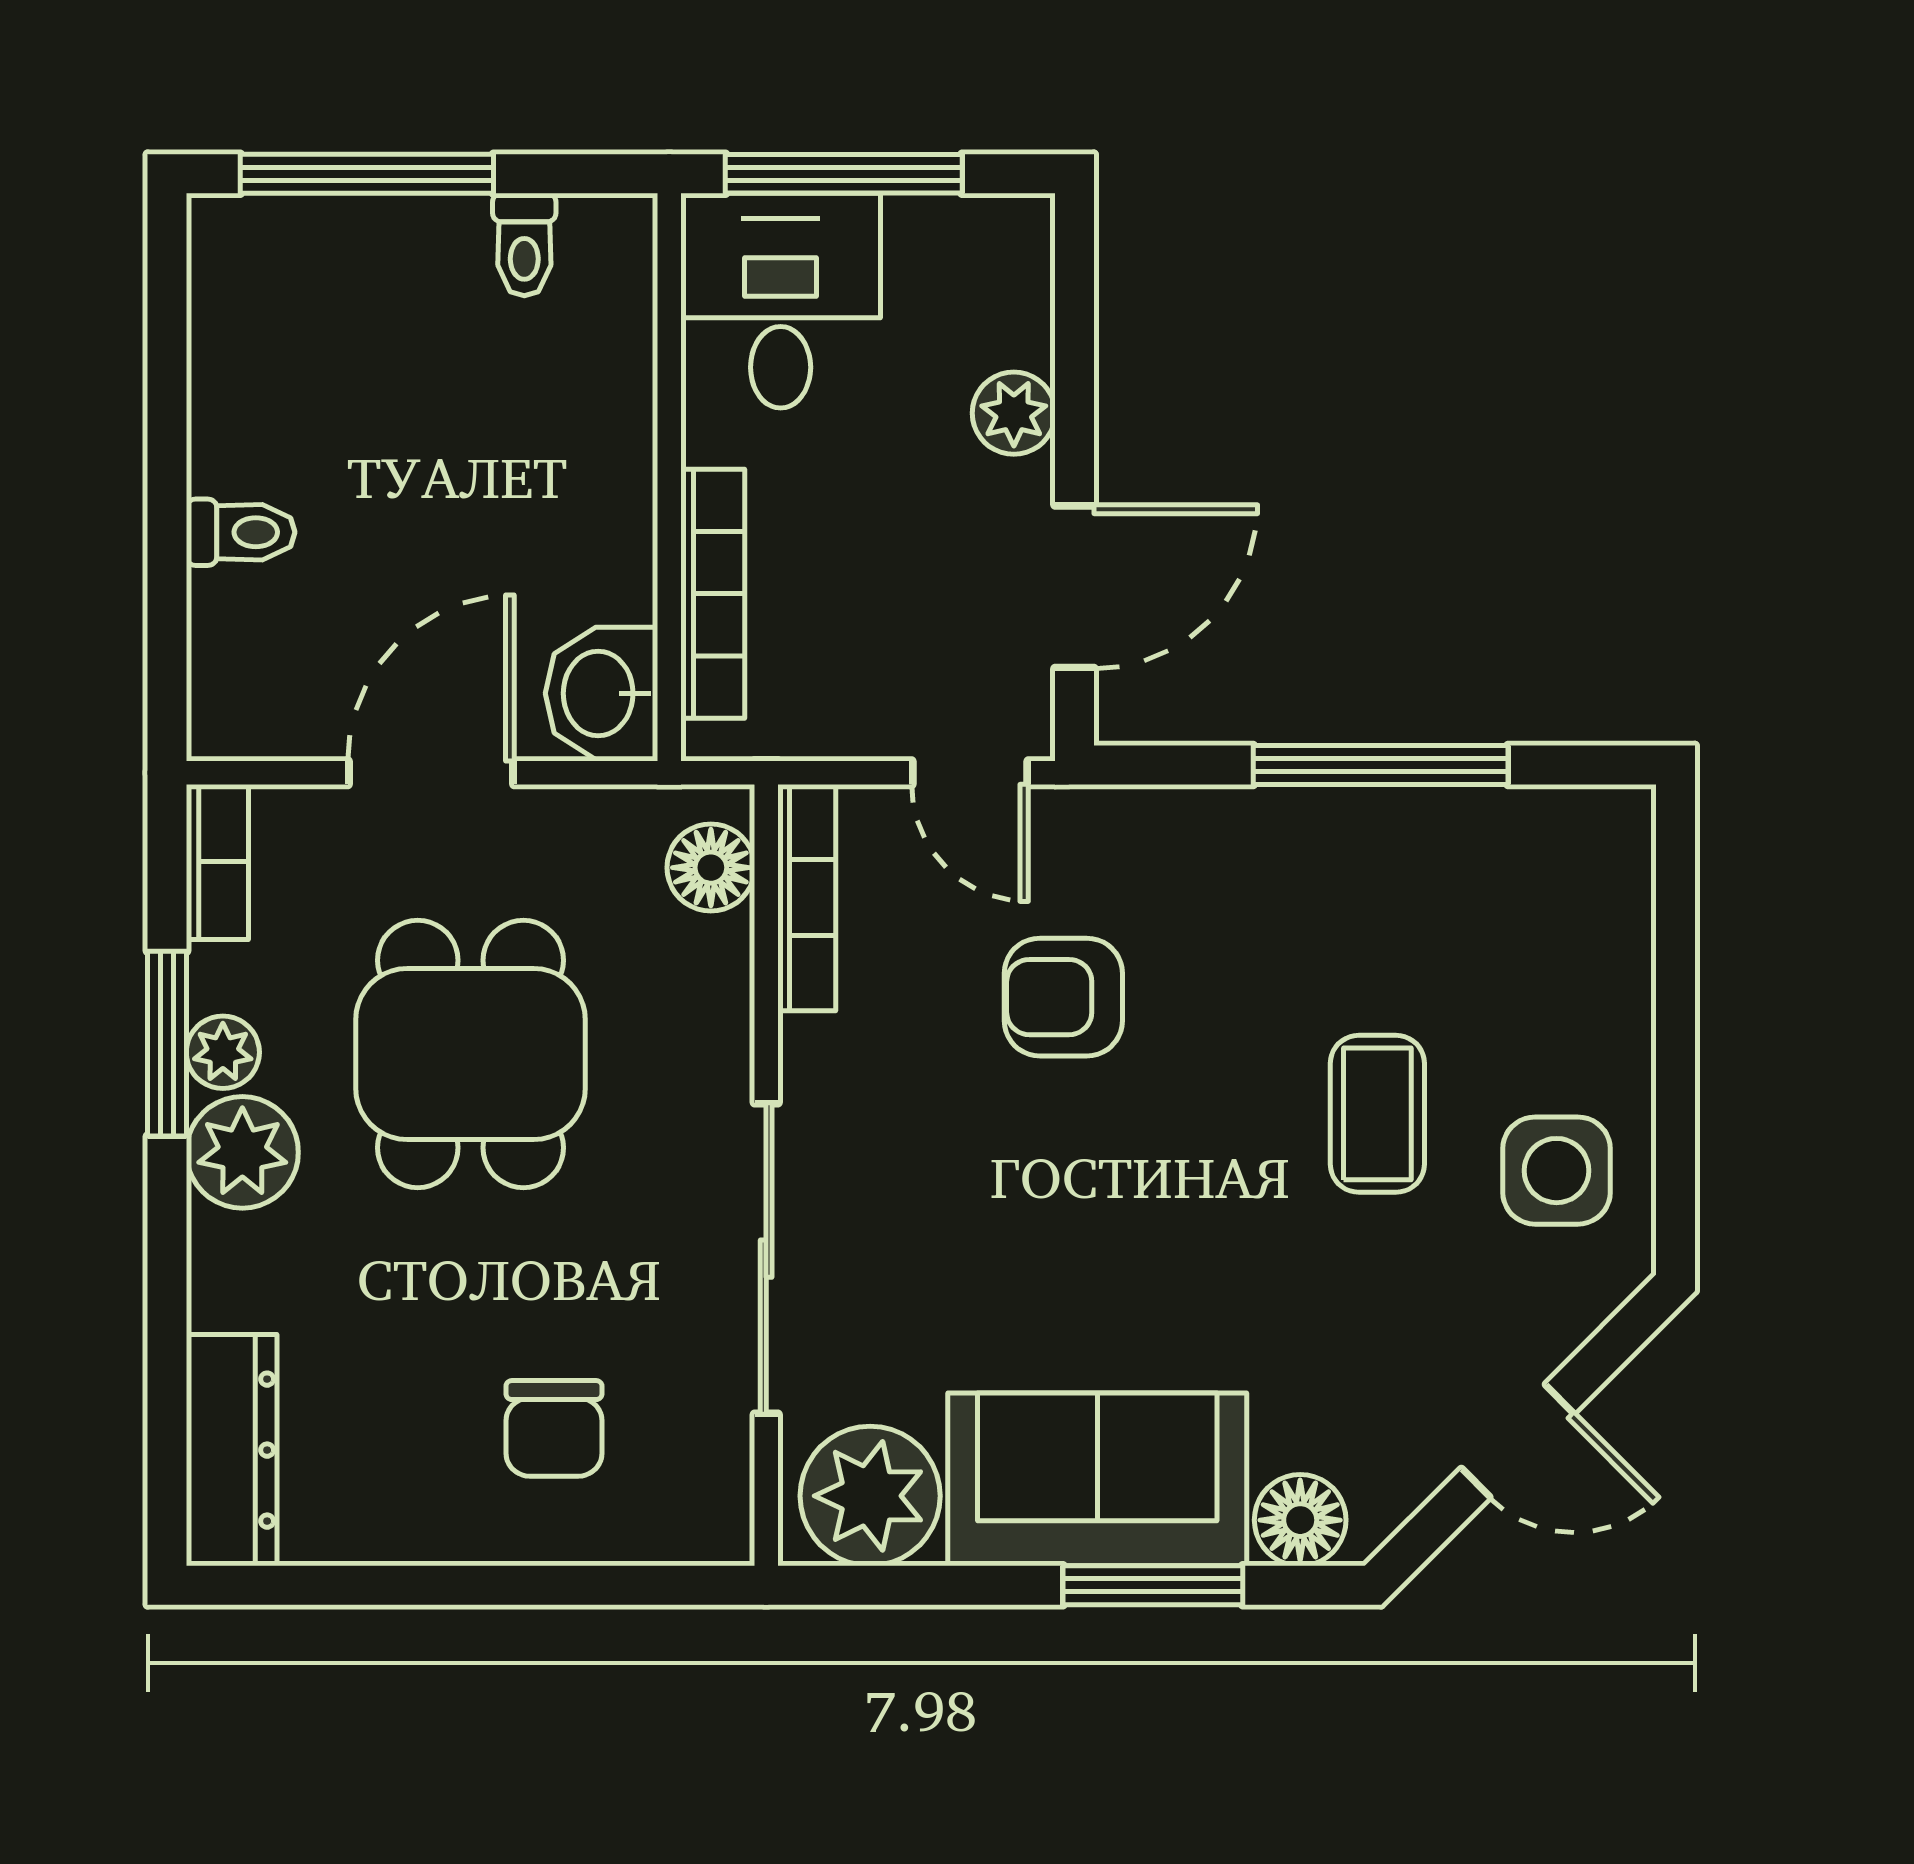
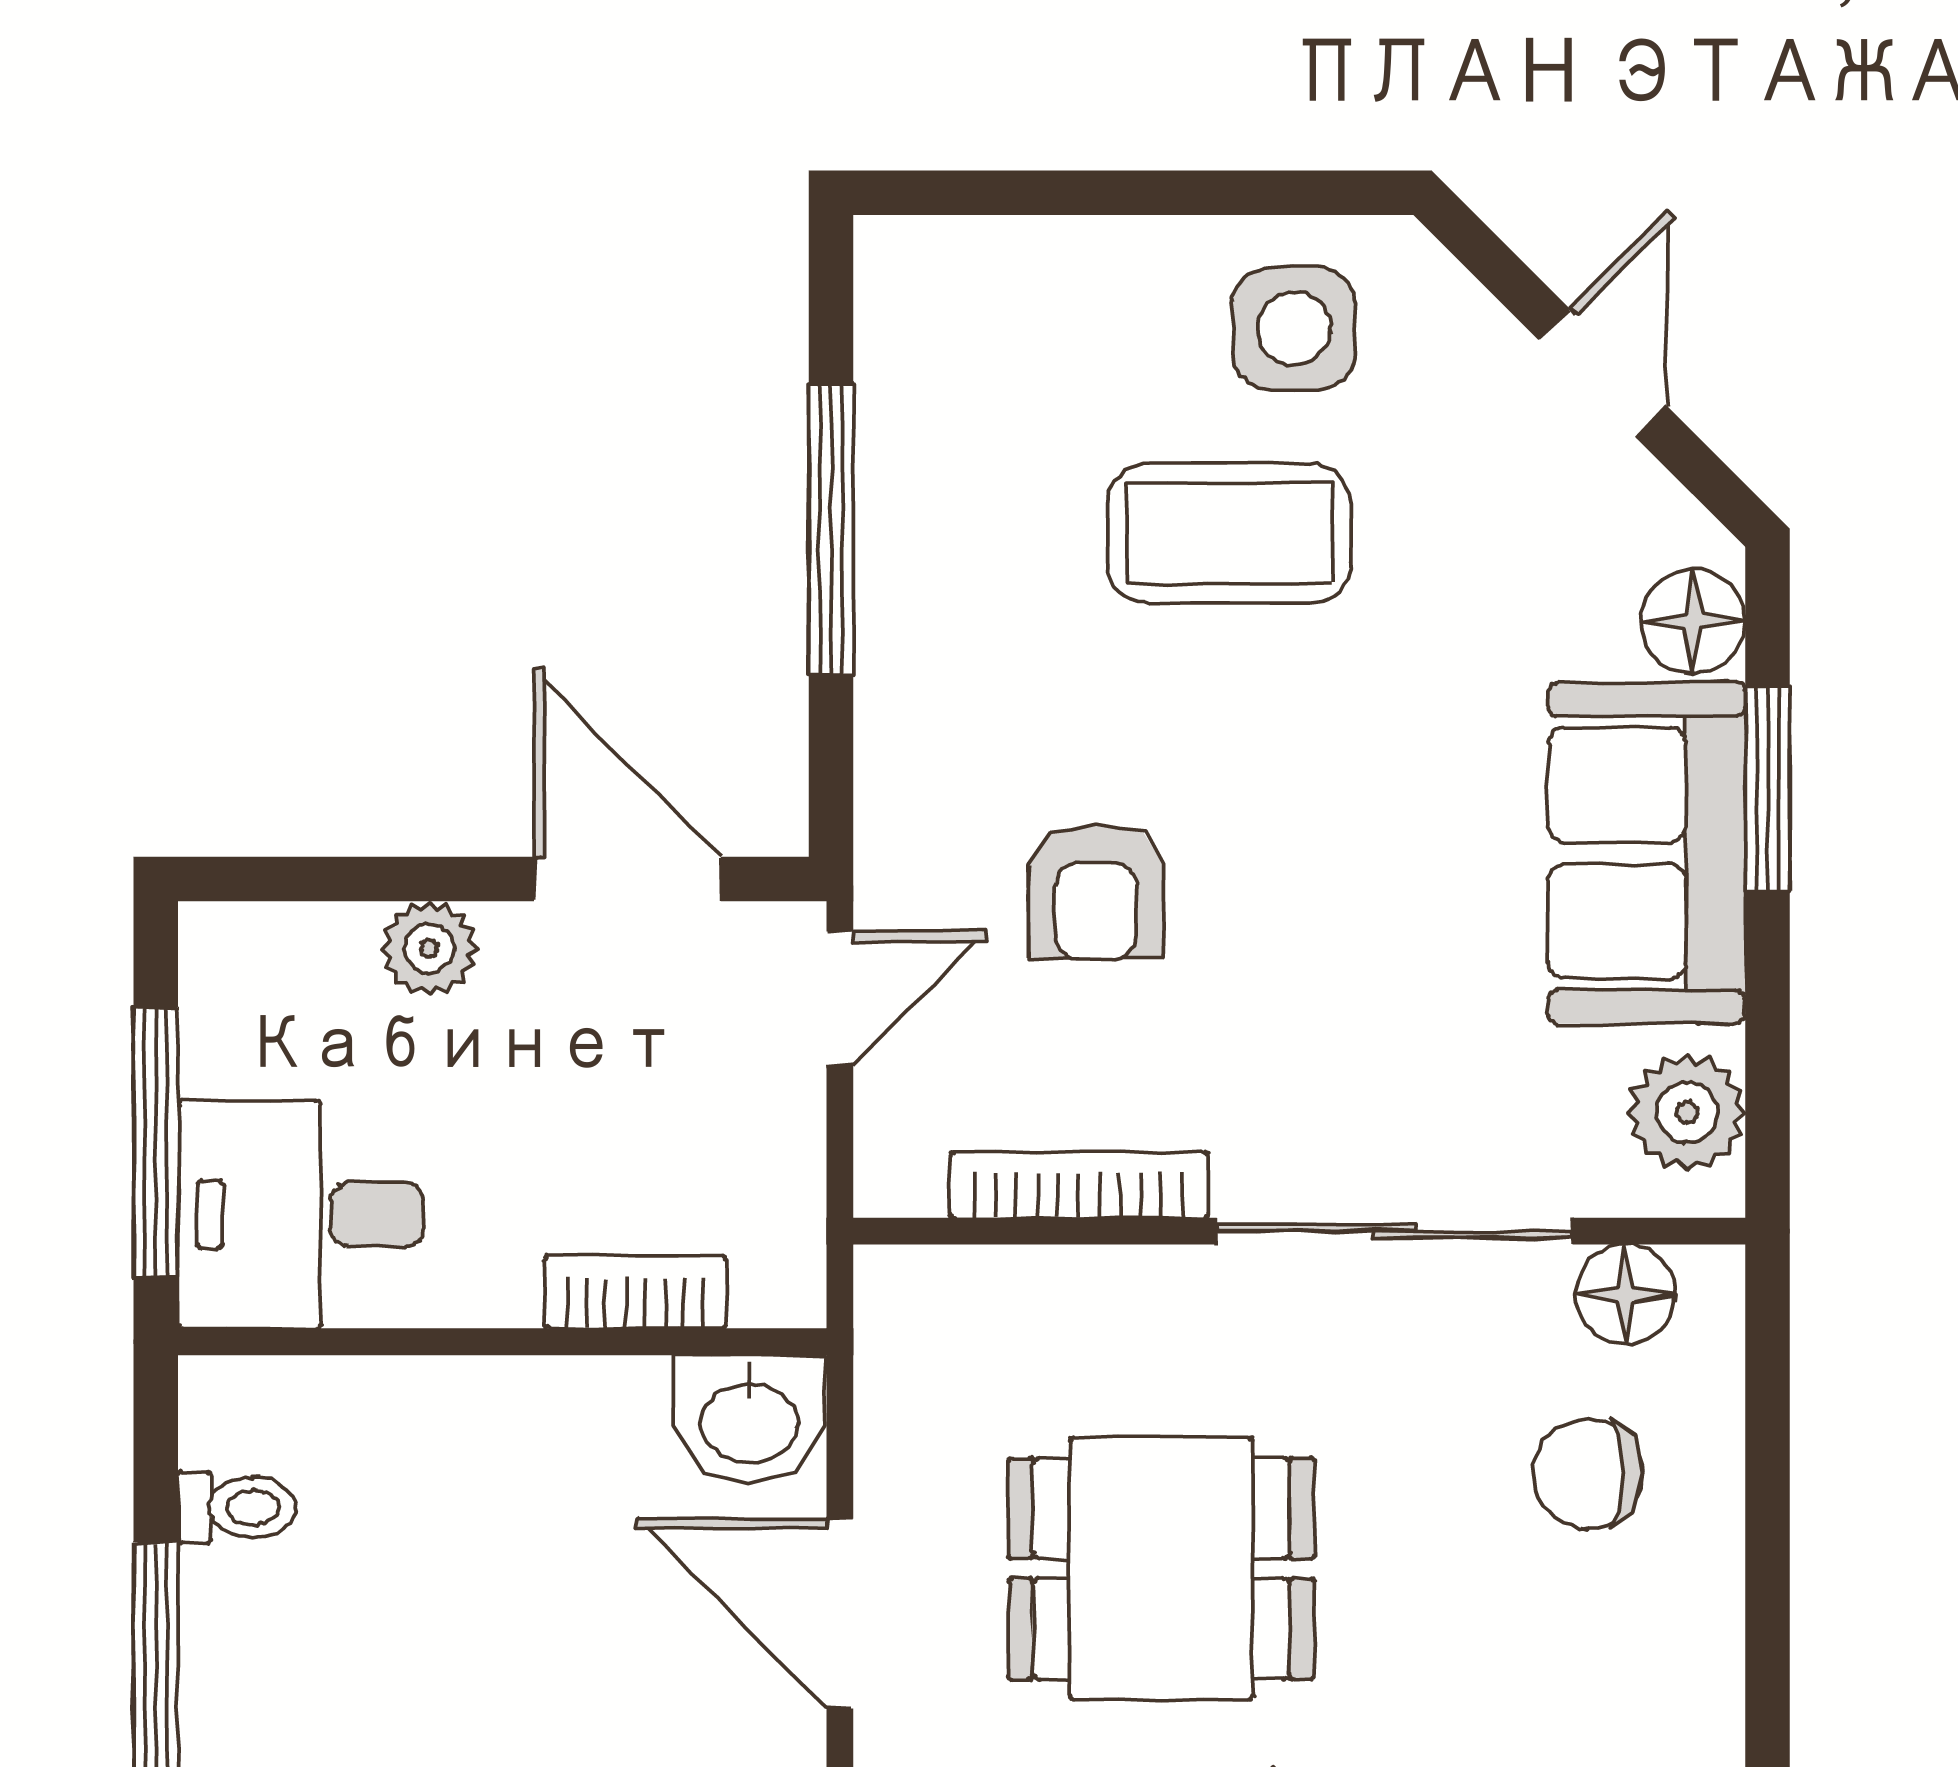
bookcase: (713, 594) -> (635, 1292), width x0.64
floor lamp: (711, 868) -> (1625, 1294), moved
bookcase: (807, 898) -> (1079, 1185), moved
coffee table: (1377, 1114) -> (1229, 533), width x1.36, depth x1.30
chair: (554, 1428) -> (1589, 1473), turned 180
plant: (870, 1496) -> (1687, 1112), width x0.73, depth x0.73

